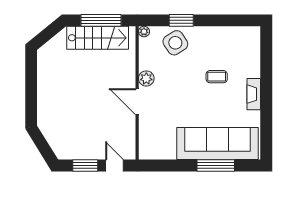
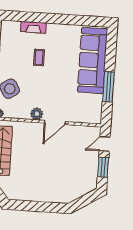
fireplace: (254, 94) -> (33, 27), moved
window: (216, 166) -> (108, 87), moved

